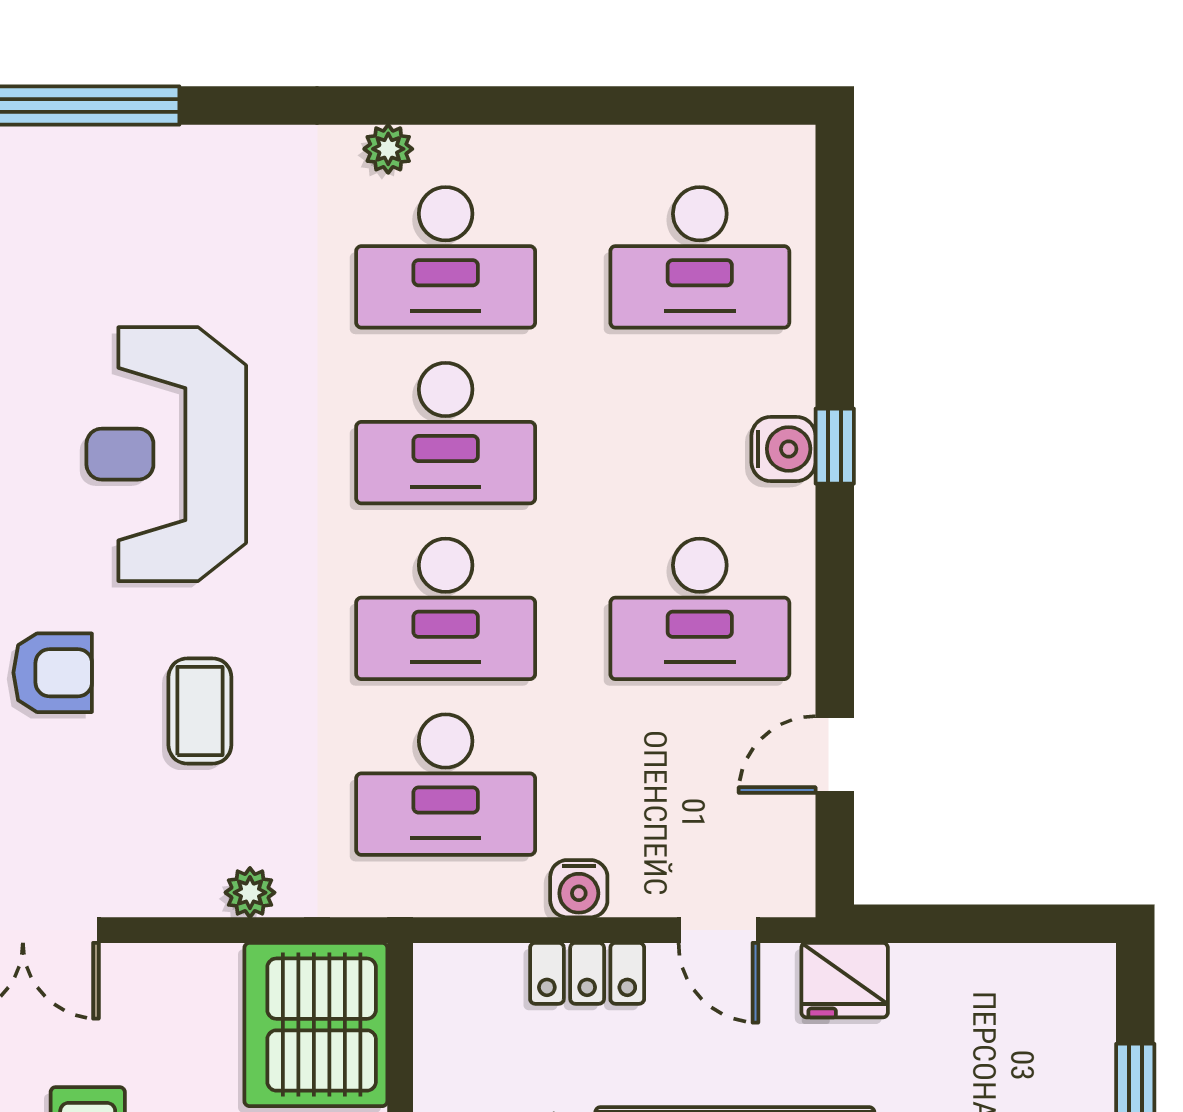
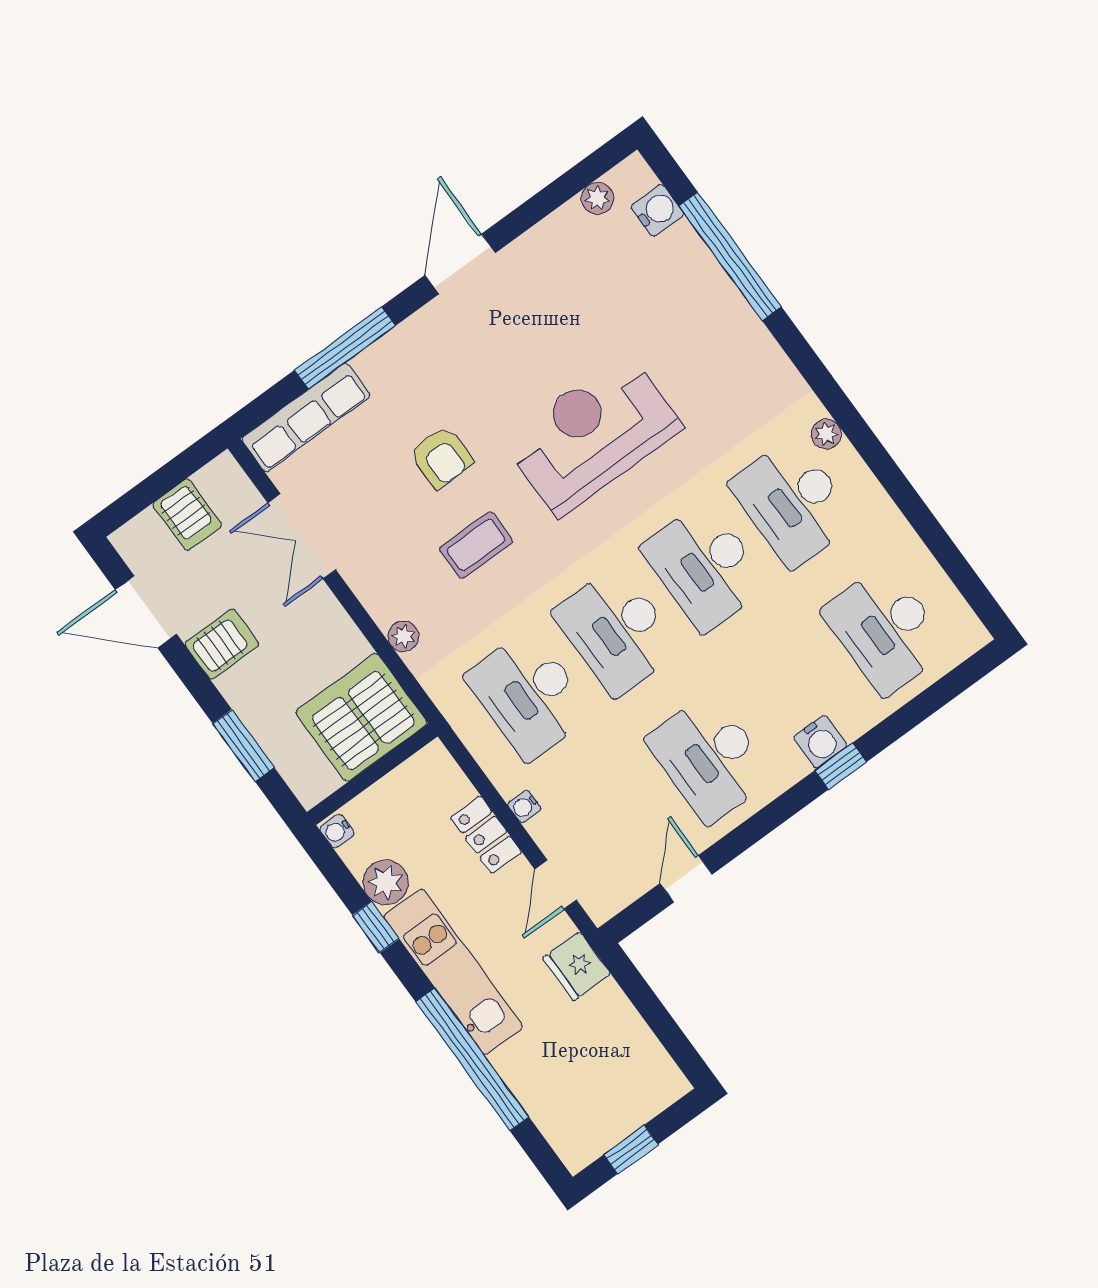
door: (835, 755) -> (686, 879), hinge flipped
water cooler: (579, 889) -> (524, 806), width x0.72, depth x0.72

